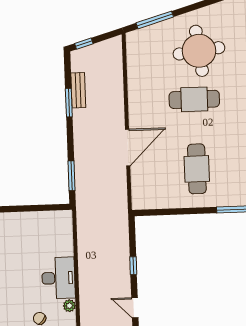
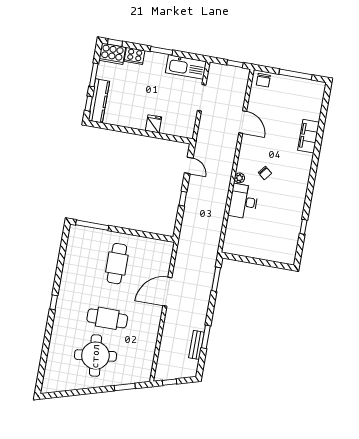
window: (155, 20) -> (125, 387), width x0.69
window: (84, 44) -> (170, 382), moved

